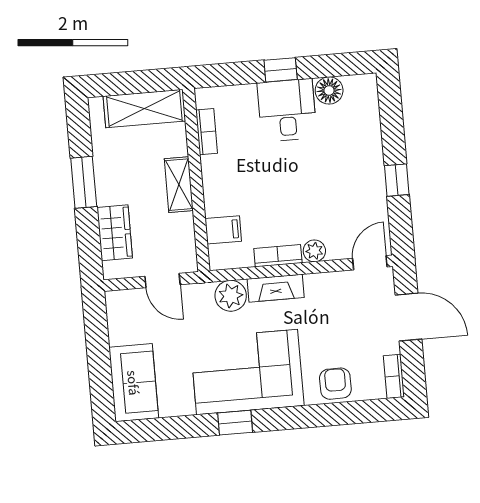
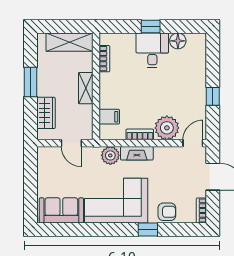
plant: (314, 251) -> (167, 128), width x1.88, depth x1.88
sofa: (134, 383) -> (61, 210), moved, turned -90
armchair: (335, 384) -> (167, 212), turned 90
window: (235, 423) -> (148, 229), moved

